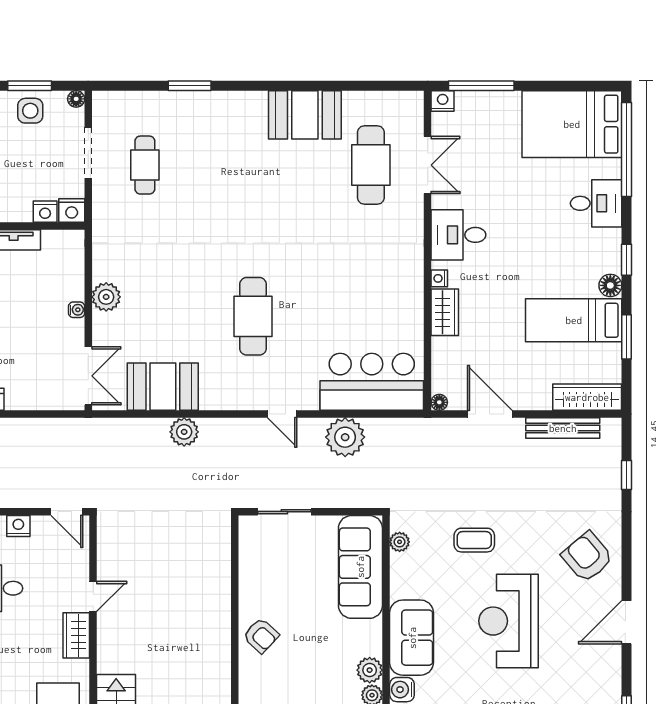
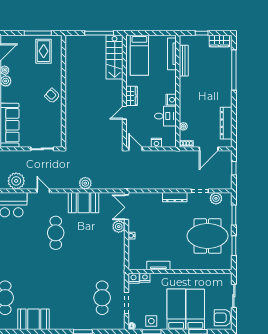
cafe table: (145, 165) -> (102, 298), width x1.37, depth x1.35
plant: (106, 297) -> (119, 227), moved
booth: (163, 387) -> (84, 203), moved

